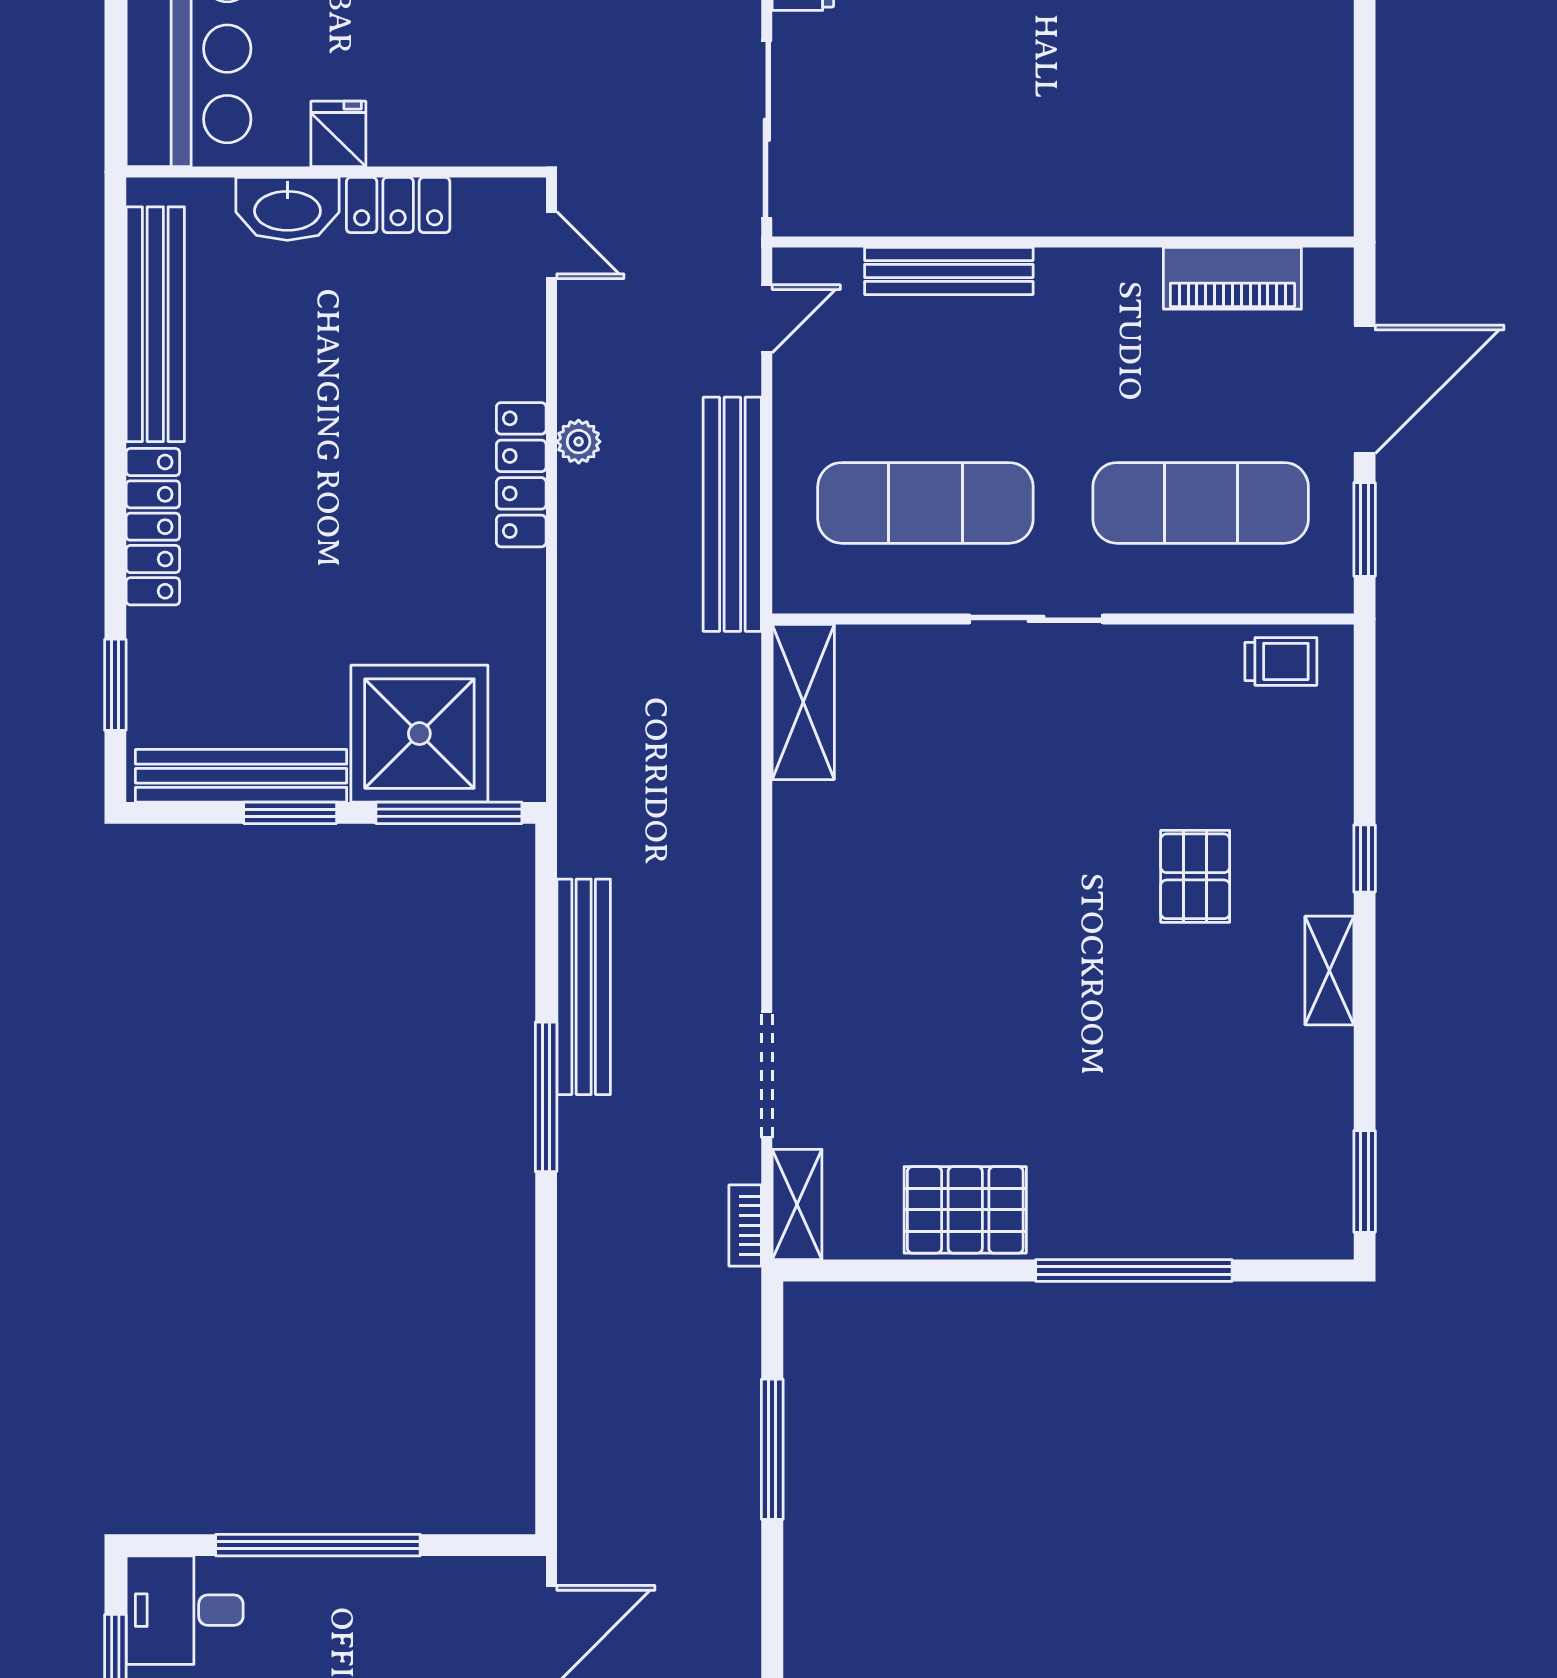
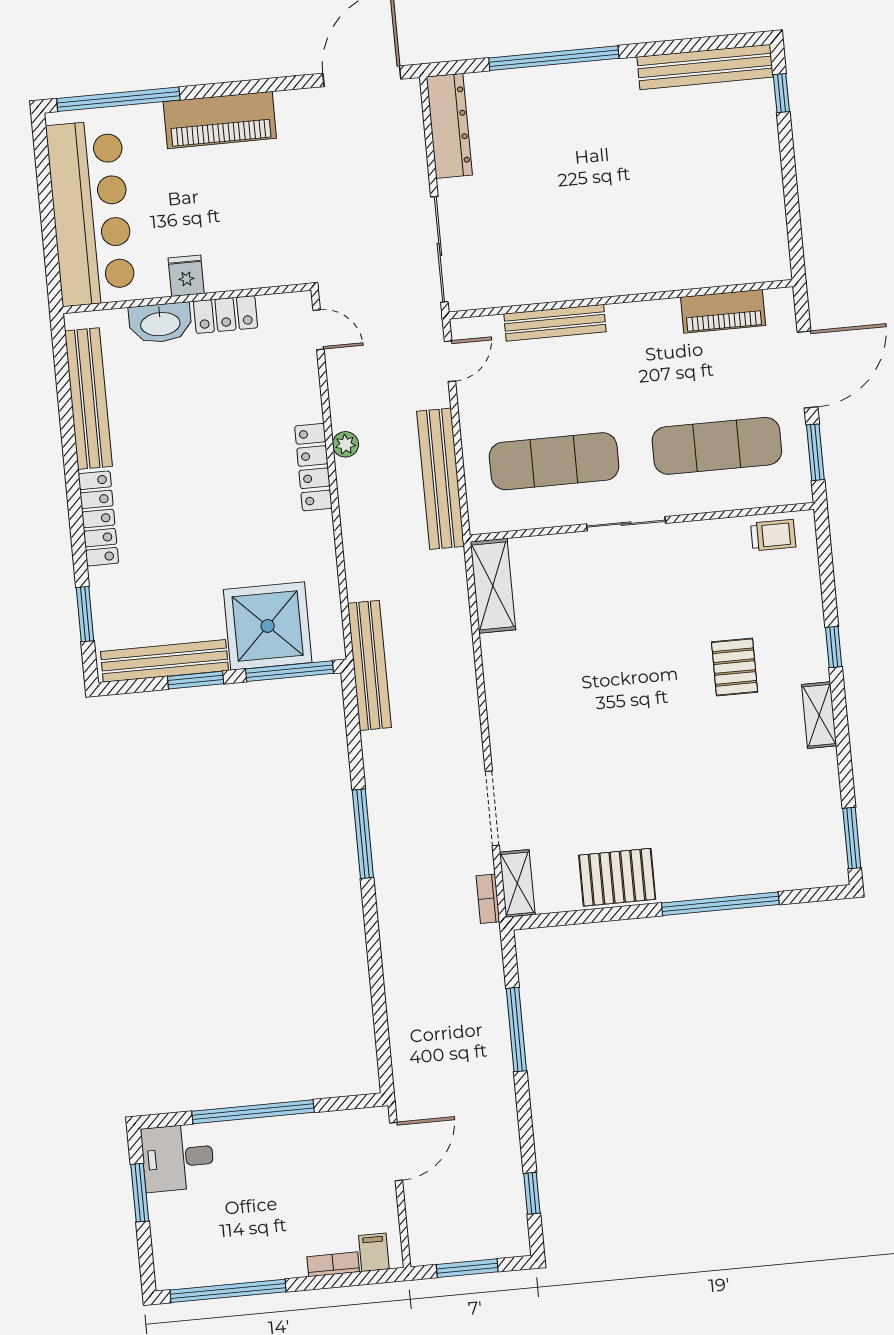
bench: (584, 987) -> (369, 665), moved

